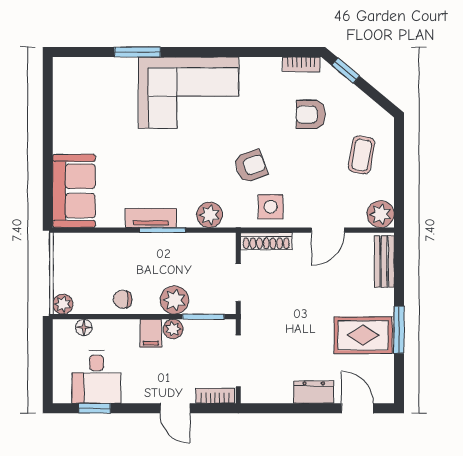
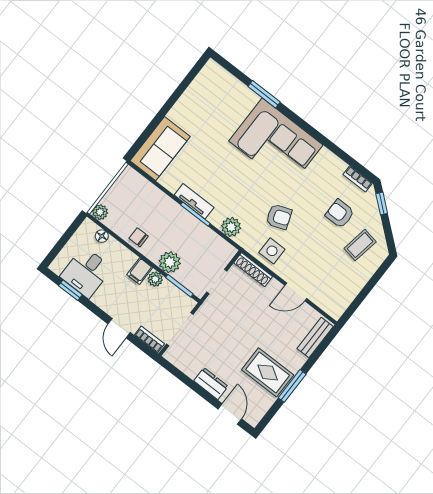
coffee table: (362, 155) -> (360, 245), moved
plant: (381, 214) -> (335, 307), removed

